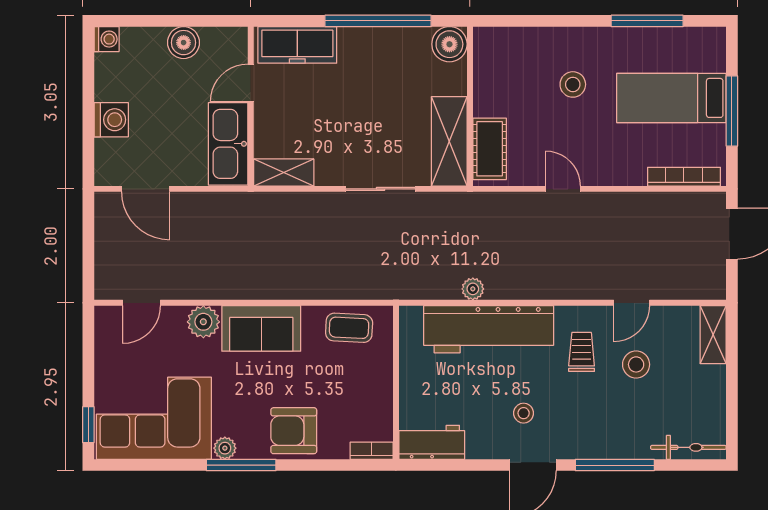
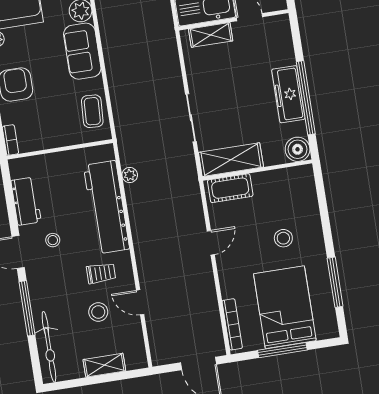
freezer: (297, 45) -> (288, 94), moved
bed: (671, 98) -> (285, 307), width x1.50
shelving: (284, 172) -> (211, 35), moved, turned 90
plant: (473, 289) -> (130, 175), moved
shelving: (713, 335) -> (104, 365), moved
workbench: (432, 442) -> (26, 201), moved
bicycle: (688, 447) -> (49, 347), width x1.37, depth x1.40

